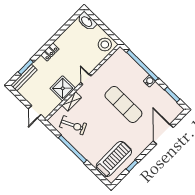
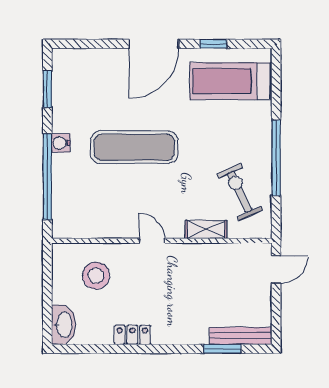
stool: (105, 44) -> (96, 276), moved
locker: (50, 52) -> (132, 335), moved
door: (86, 79) -> (152, 241), swing flipped
shower: (63, 88) -> (200, 262), removed
exercise mat: (123, 104) -> (134, 147), turned 90
door: (163, 134) -> (154, 44), moved

